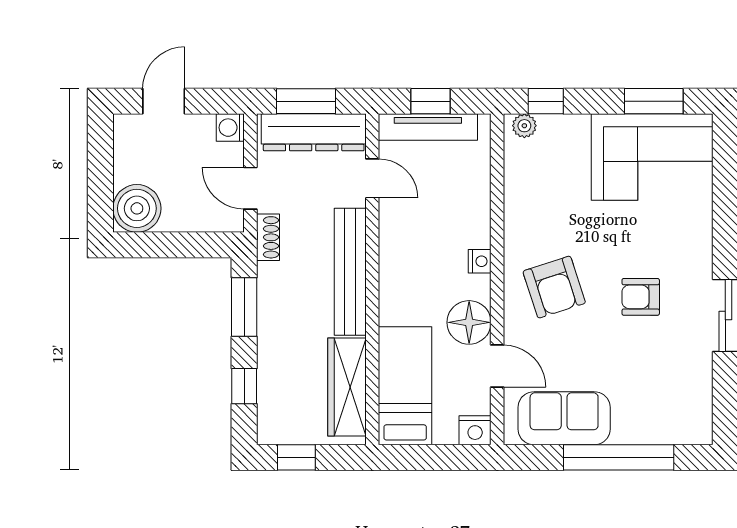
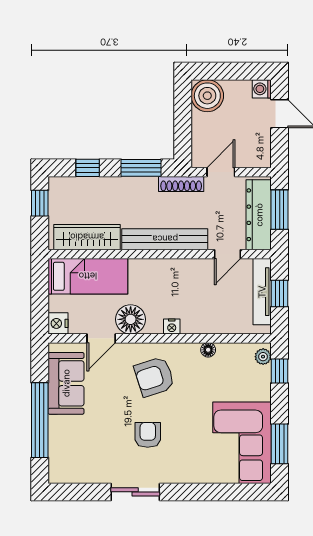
washing machine: (230, 128) -> (262, 89), moved, turned -90
floor lamp: (514, 207) -> (208, 350), added
shoe rack: (268, 237) -> (181, 184), width x1.43

